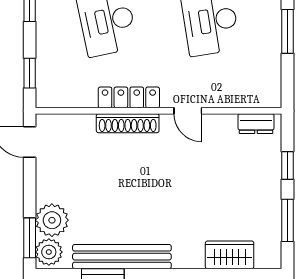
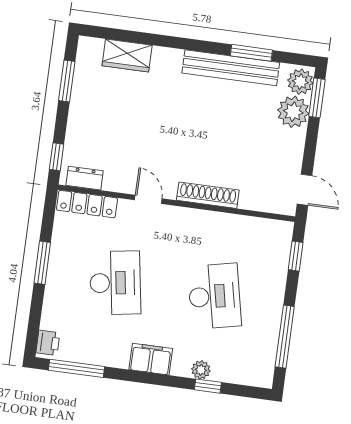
locker: (129, 97) -> (87, 204), moved
window: (288, 166) -> (57, 157), moved

